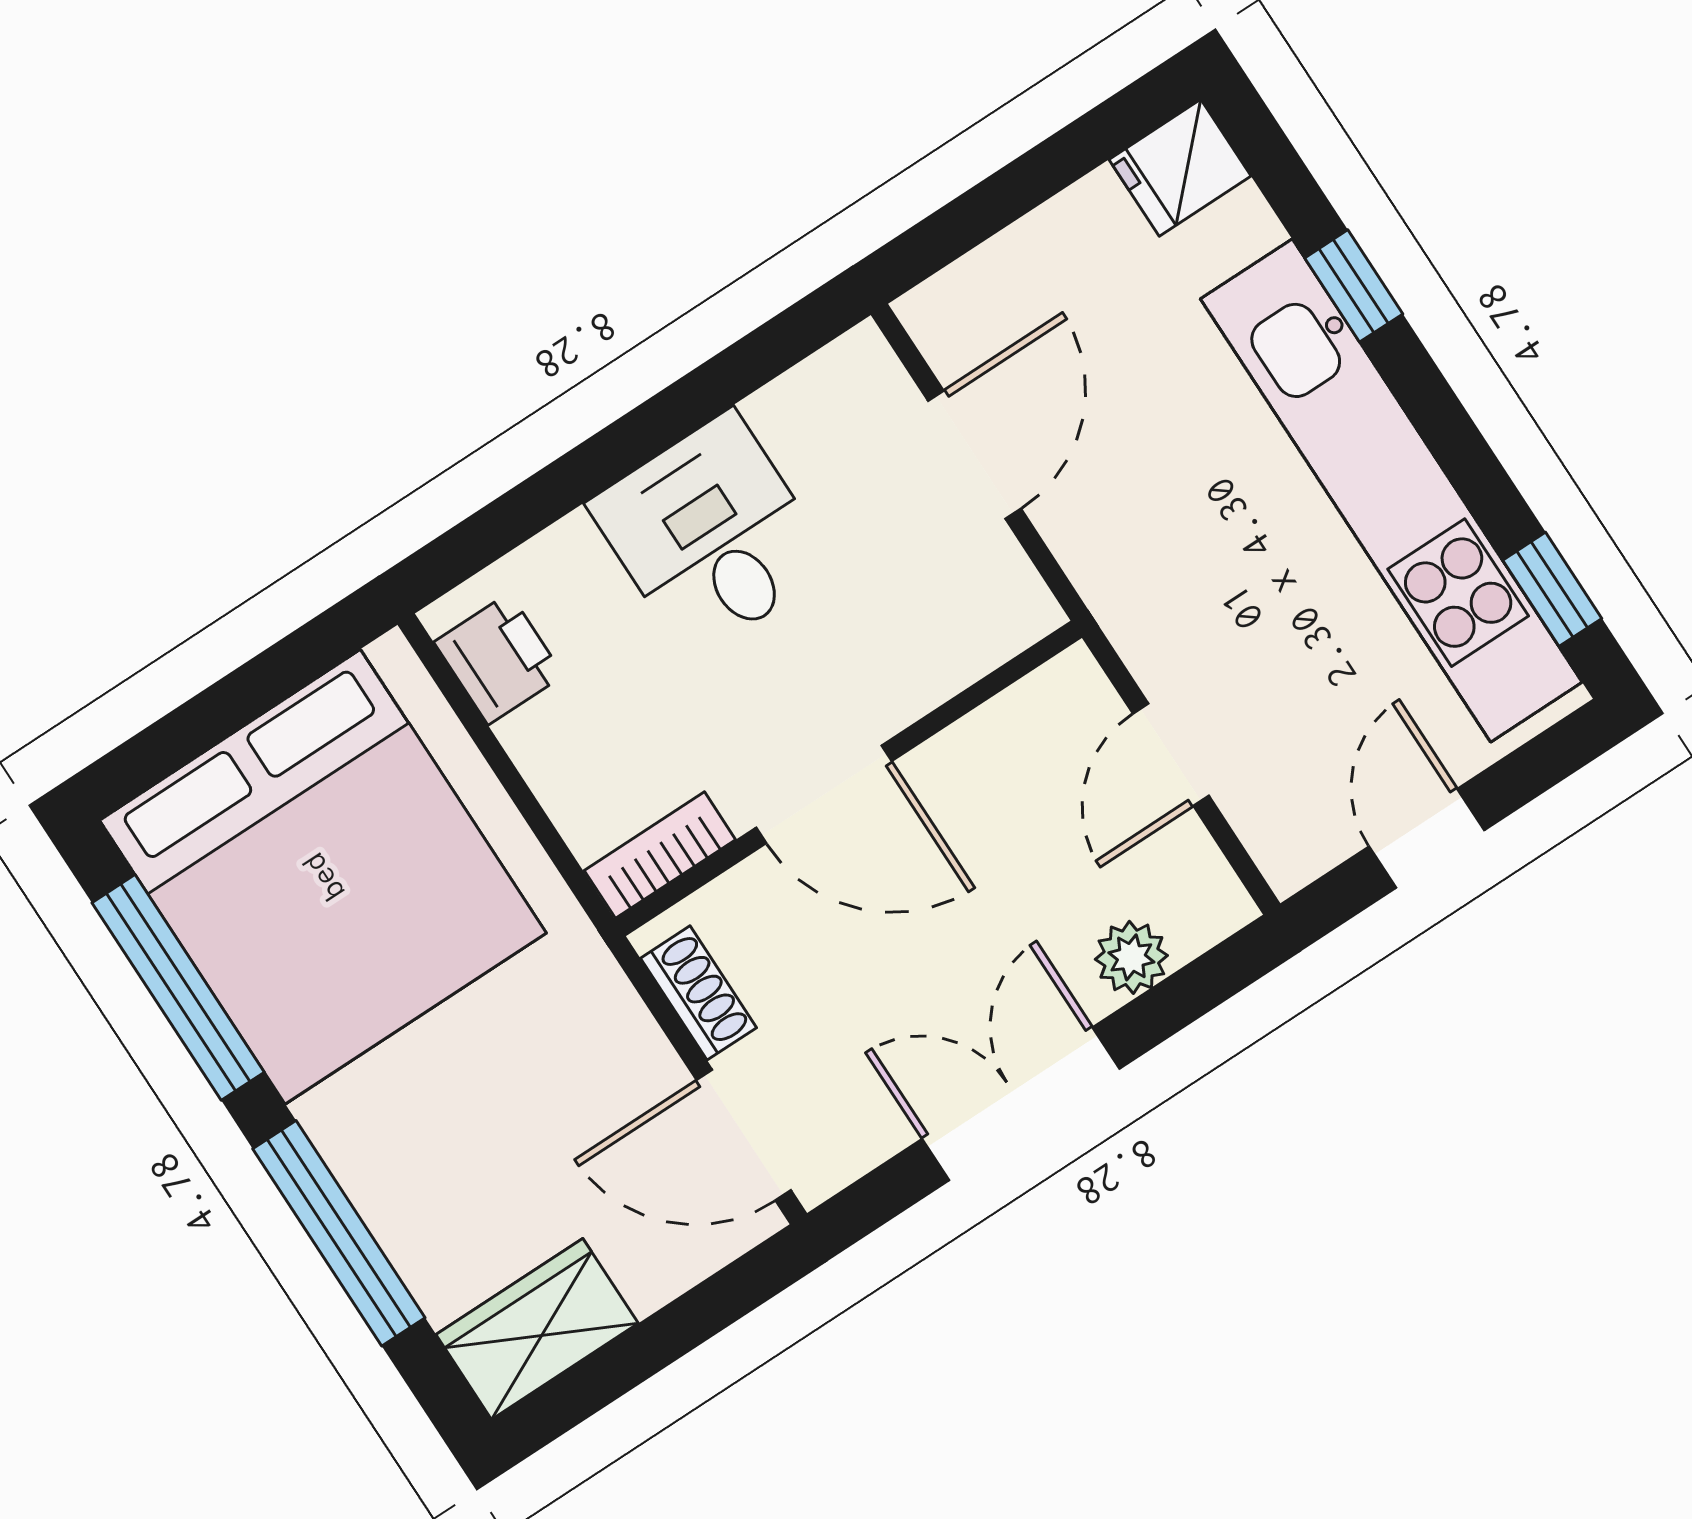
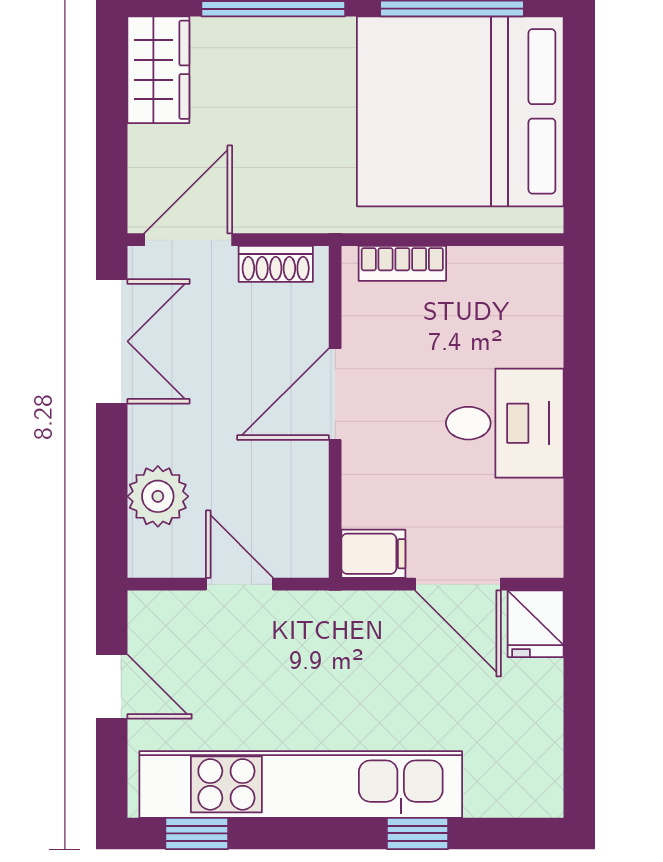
fridge: (1180, 168) -> (536, 624), moved, turned 180
filing cabinet: (1009, 598) -> (373, 554), added
printer: (499, 659) -> (513, 274), removed
bookcase: (660, 855) -> (402, 263), moved, turned 90
plant: (1131, 957) -> (158, 496), width x1.38, depth x1.38
double door: (1021, 1104) -> (112, 341), moved

